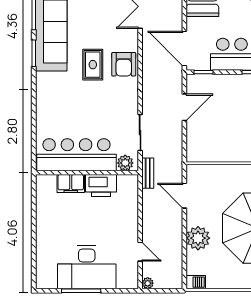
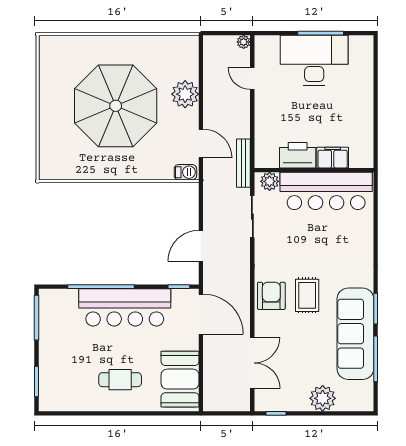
bench: (148, 173) -> (243, 163), width x1.36
barbecue: (196, 282) -> (185, 172), moved, turned 180

